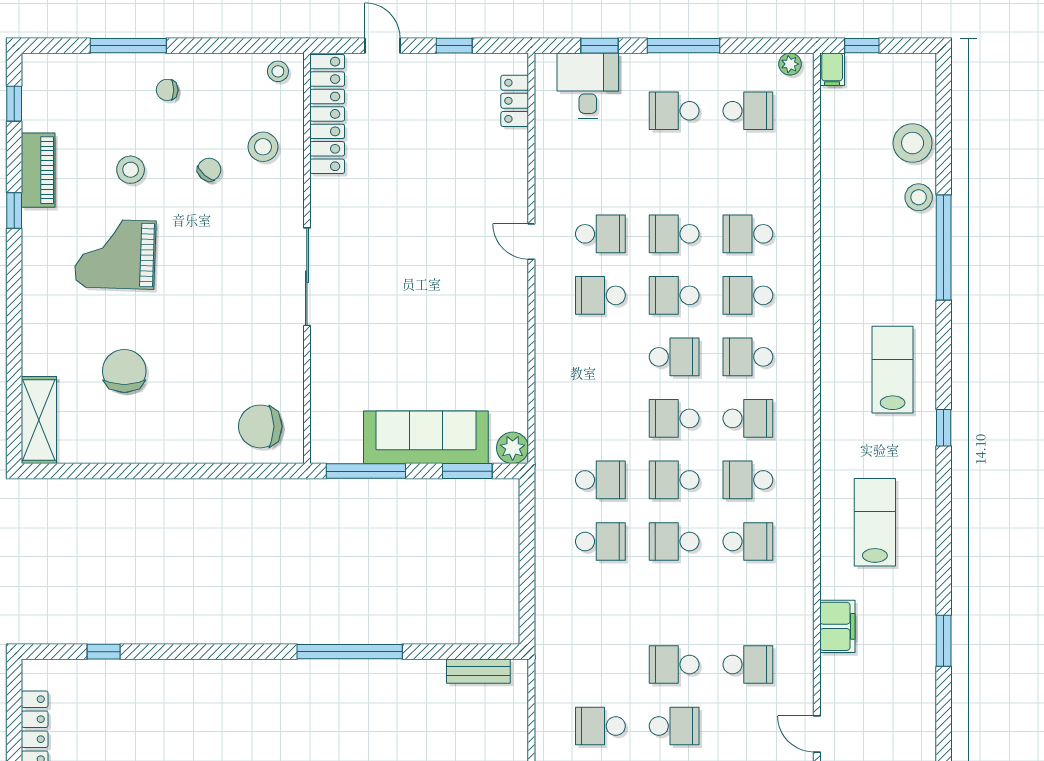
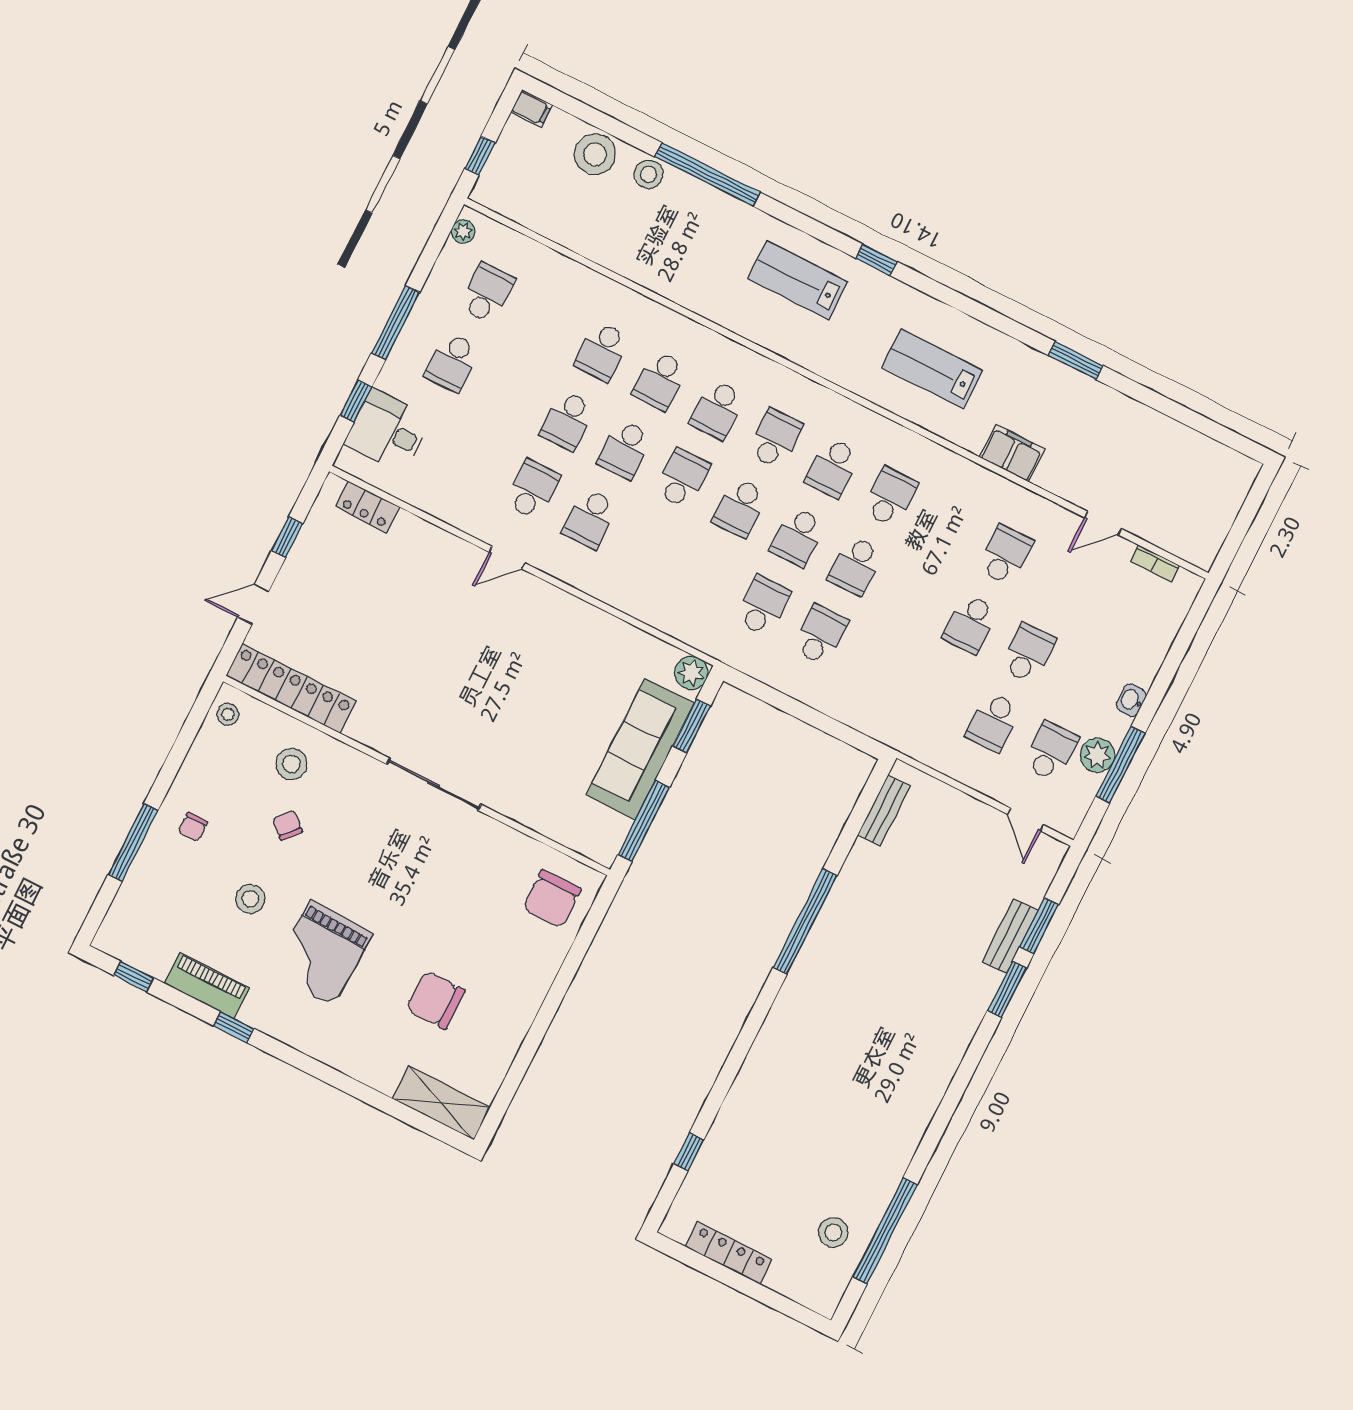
filing cabinet: (832, 69) -> (531, 108), moved

